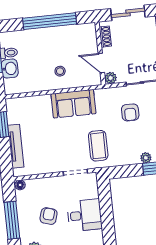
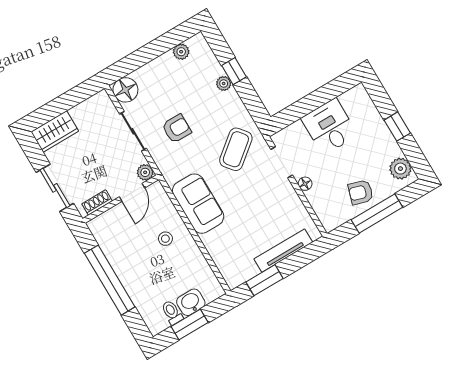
coffee table: (98, 146) -> (236, 149), turned -39
floor lamp: (20, 185) -> (305, 184), moved
armchair: (49, 216) -> (361, 192), moved

